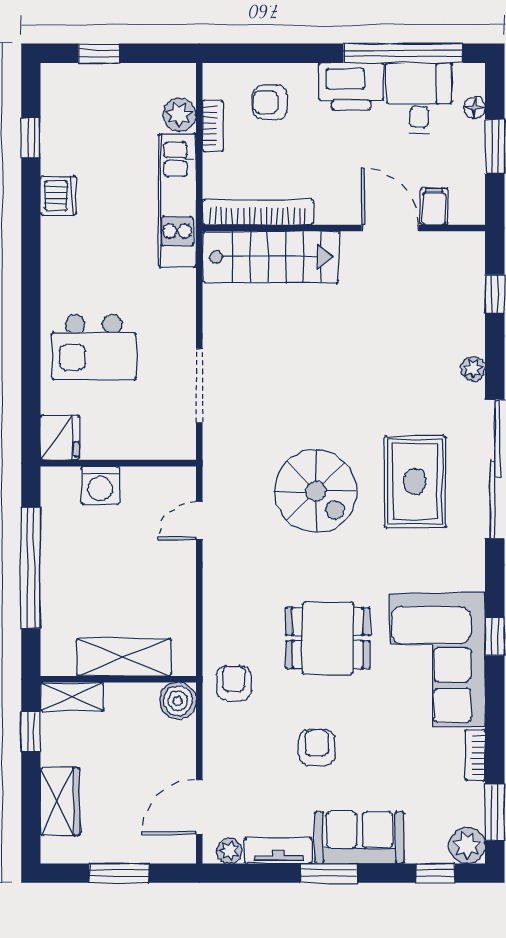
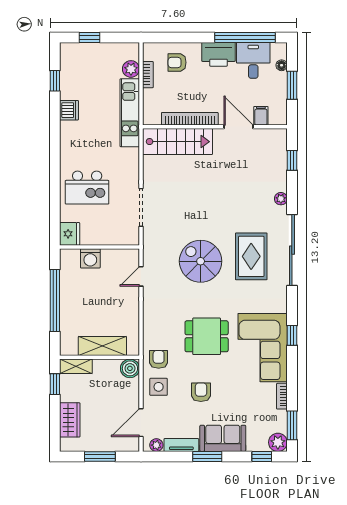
bookcase: (258, 212) -> (190, 119), moved
spiral stairs: (316, 491) -> (201, 261), turned 180
side table: (234, 737) -> (159, 387), added

